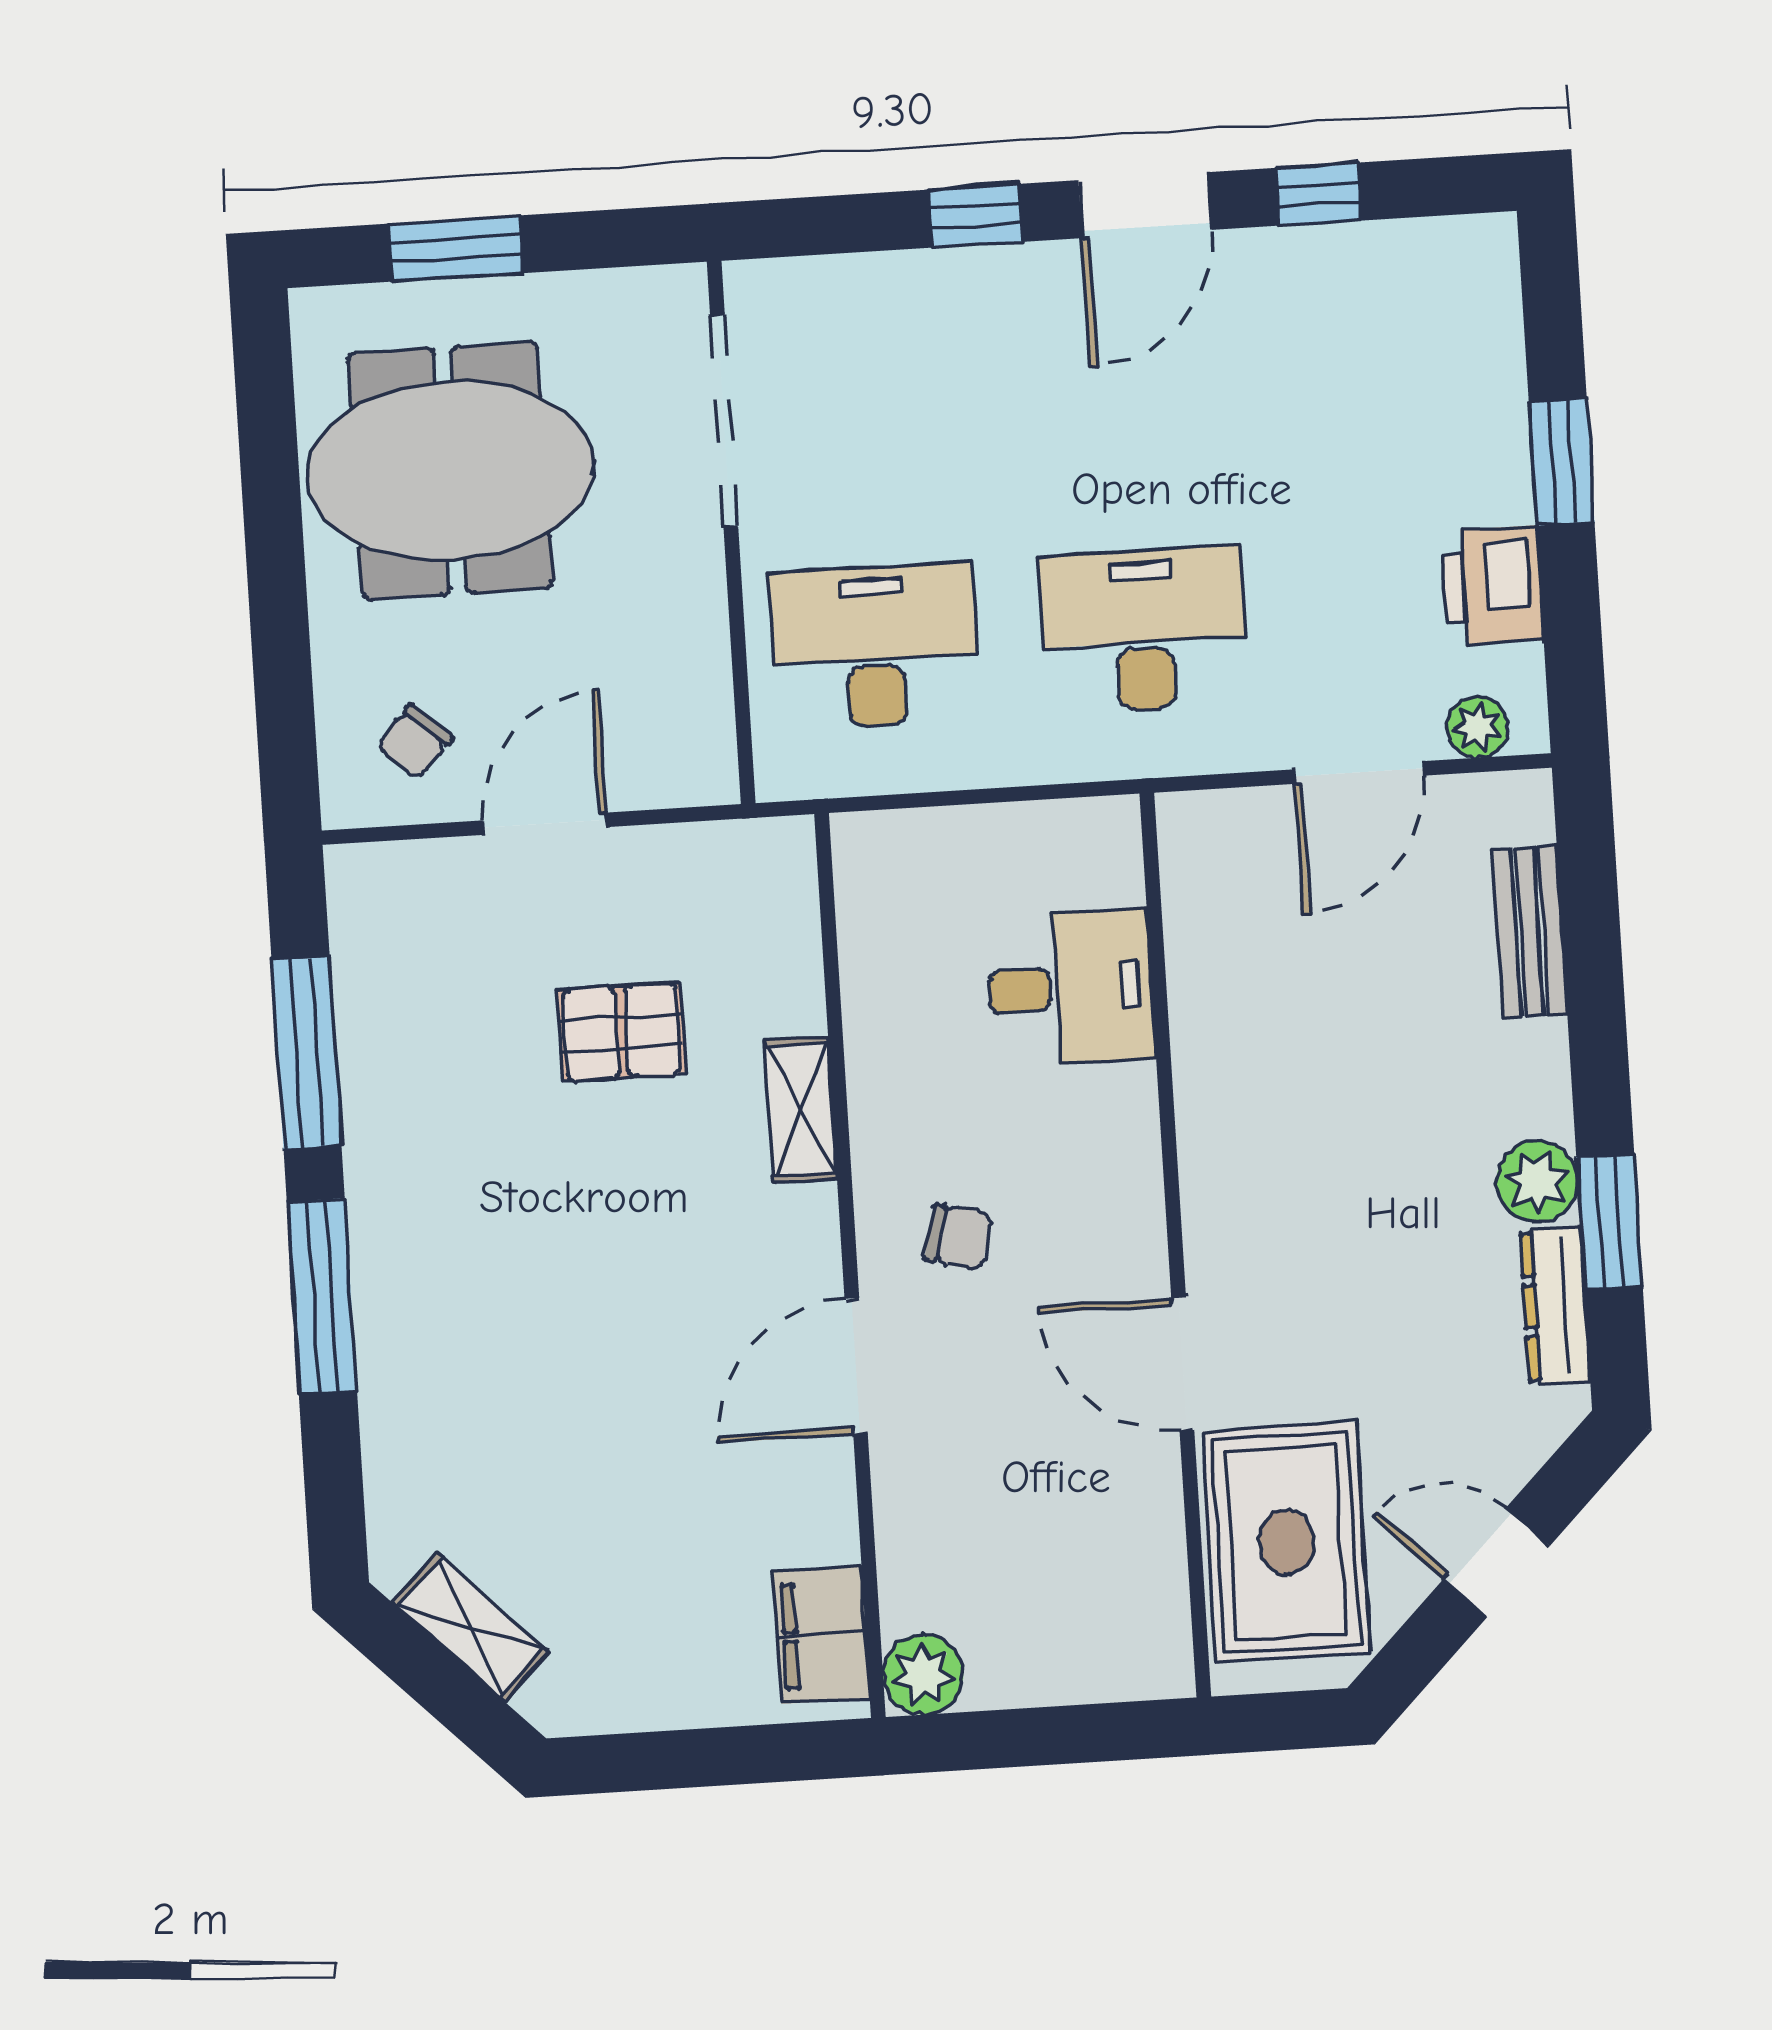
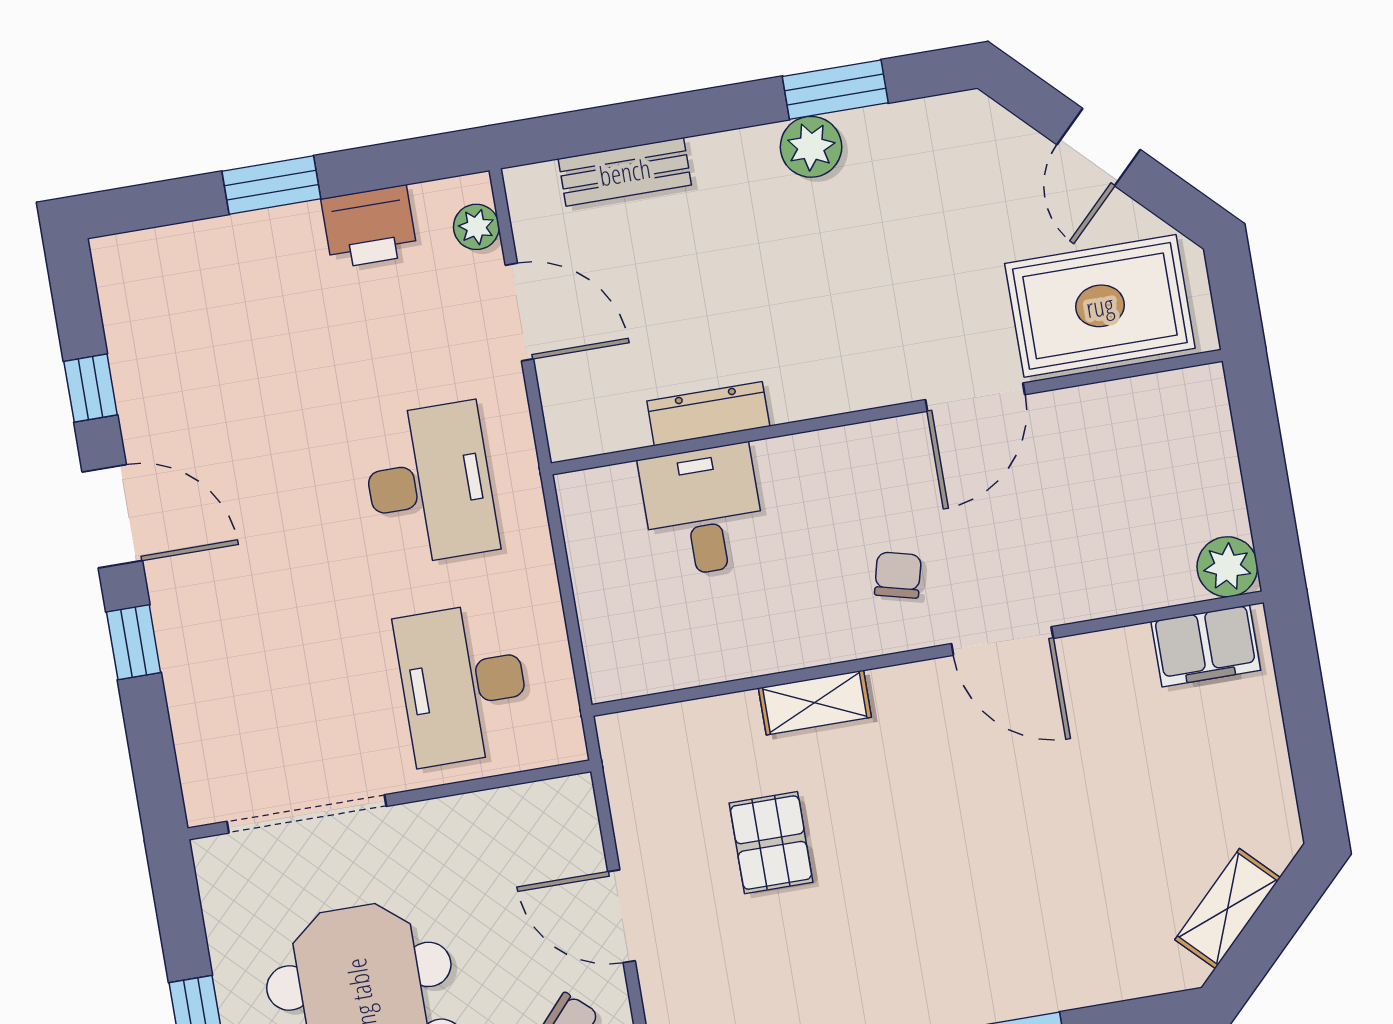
desk: (1144, 630) -> (429, 484), turned 180
dresser: (1555, 1305) -> (708, 414), moved, turned 180

